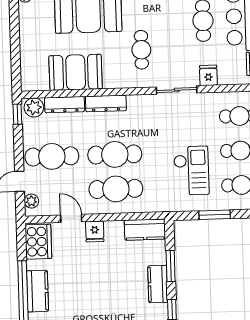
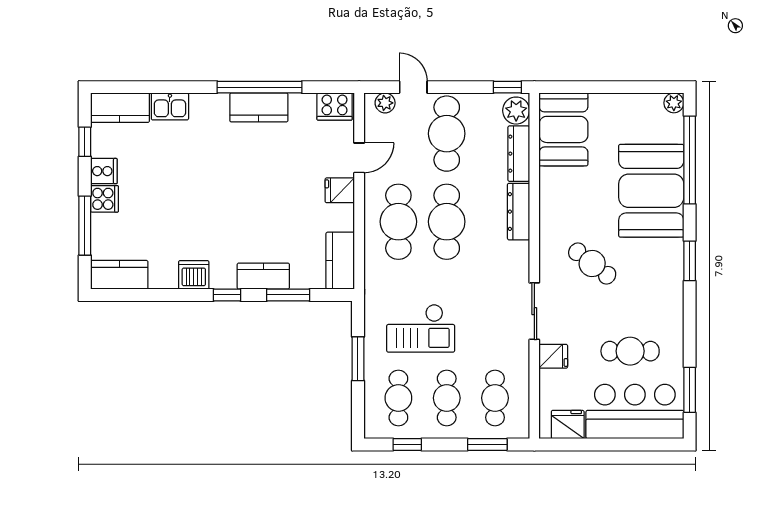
cafe table: (141, 50) -> (592, 264), turned 38
booth: (76, 72) -> (563, 129), moved
cooker: (38, 242) -> (335, 107), width x0.73, depth x0.76

